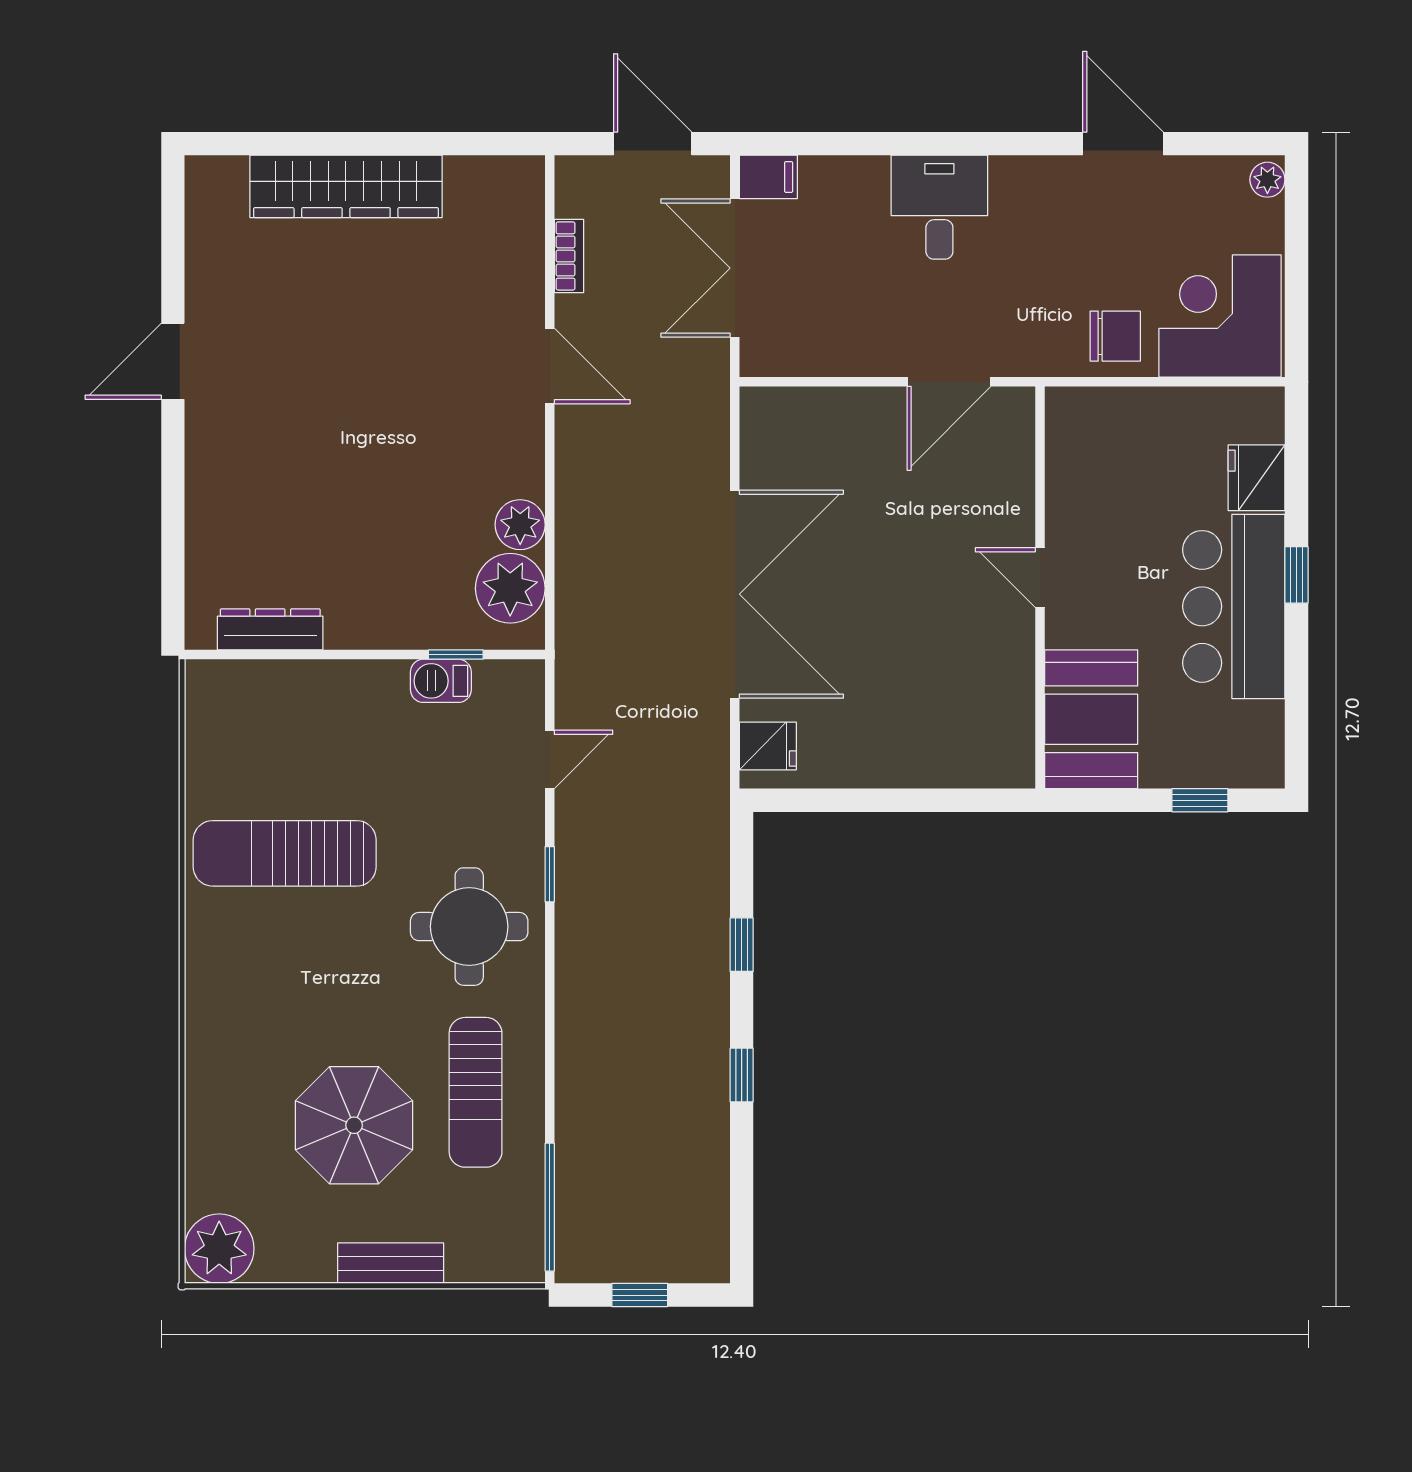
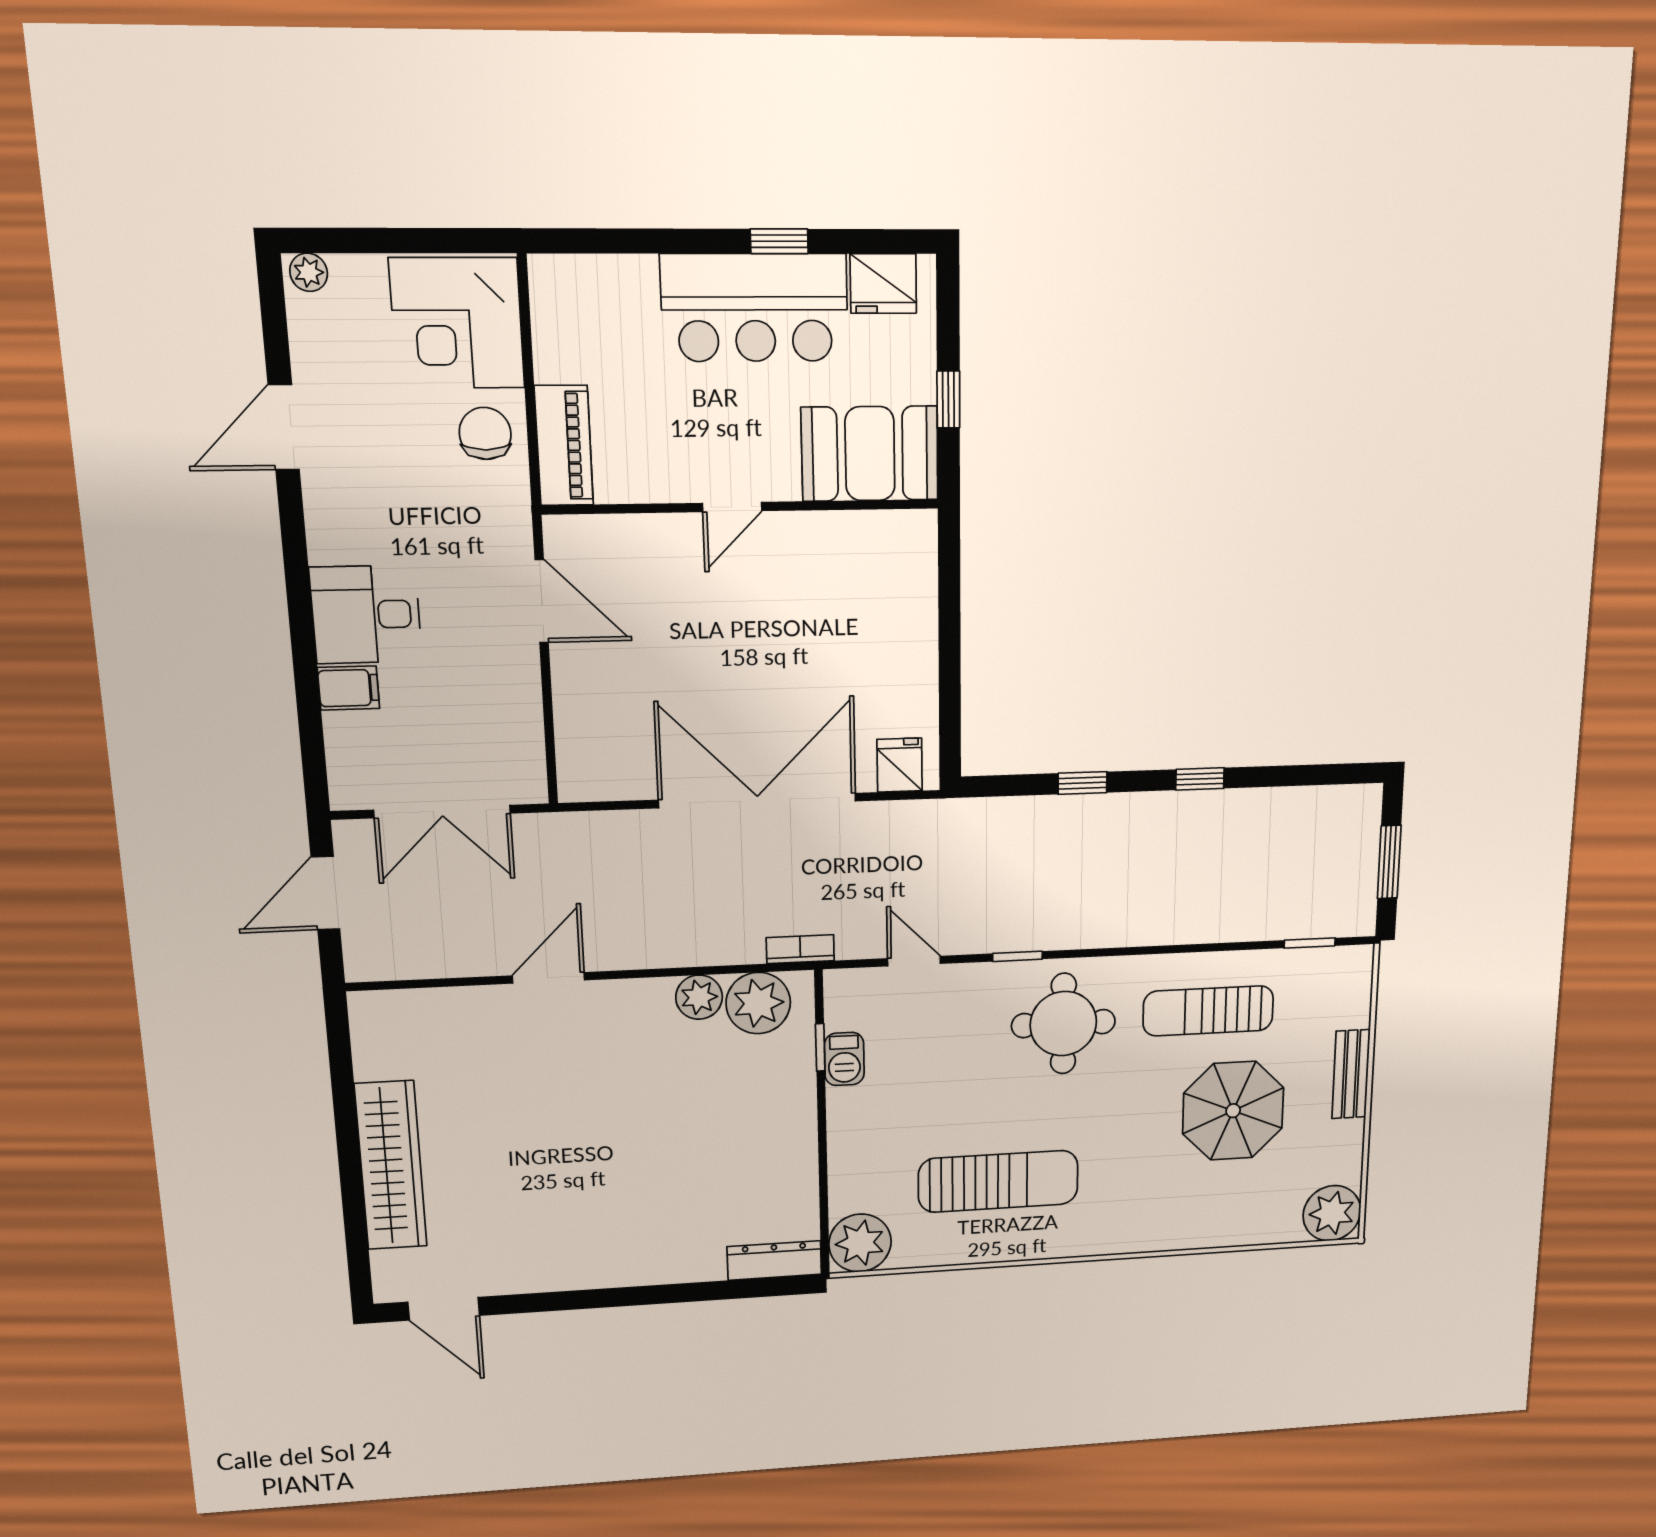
filing cabinet: (768, 177) -> (348, 688), moved, turned 90
bookcase: (569, 256) -> (800, 949), moved
door: (173, 361) -> (444, 1309), moved
piano: (1103, 412) -> (564, 446), added
fridge: (1257, 478) -> (883, 284), moved
window: (1297, 575) -> (779, 241), moved
dresser: (270, 629) -> (774, 1261), moved, turned 90
plant: (220, 695) -> (860, 1243), added
window: (1200, 800) -> (948, 399), moved
sun lounger: (285, 853) -> (998, 1181), turned -90
sun lounger: (476, 1092) -> (1208, 1011), turned 180
window: (550, 1207) -> (1310, 943), width x0.46
window: (640, 1295) -> (1389, 862), width x1.50

